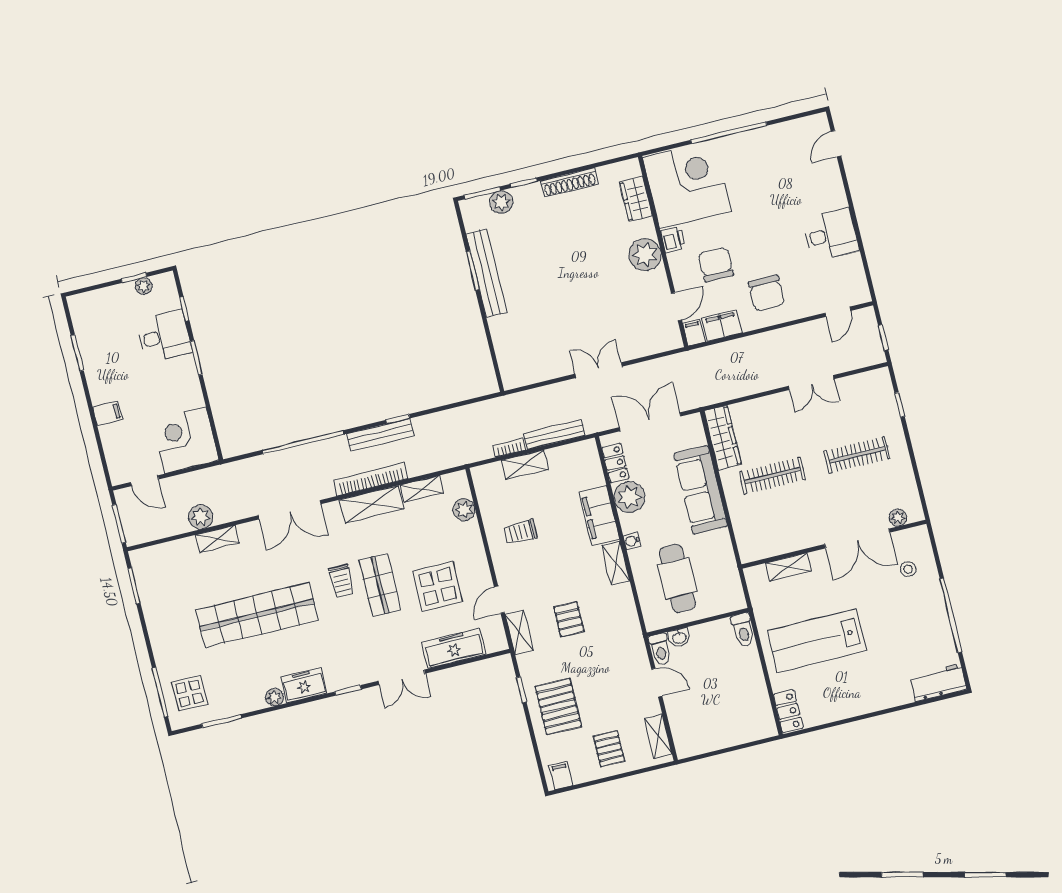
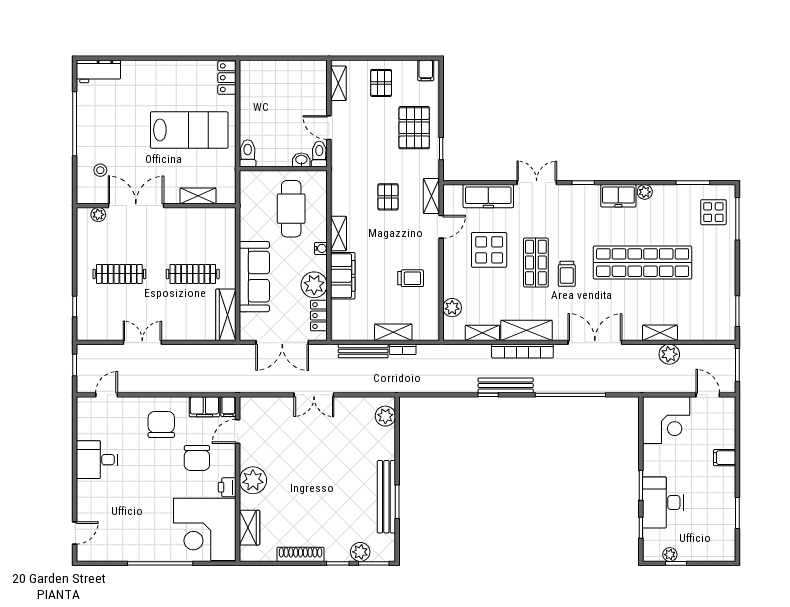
desk: (164, 336) -> (663, 502), width x1.37
plant: (510, 366) -> (385, 416), added
trolley: (341, 581) -> (567, 274), turned 180

